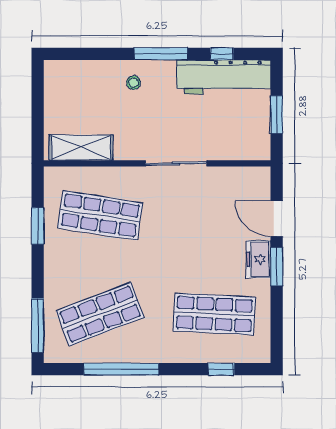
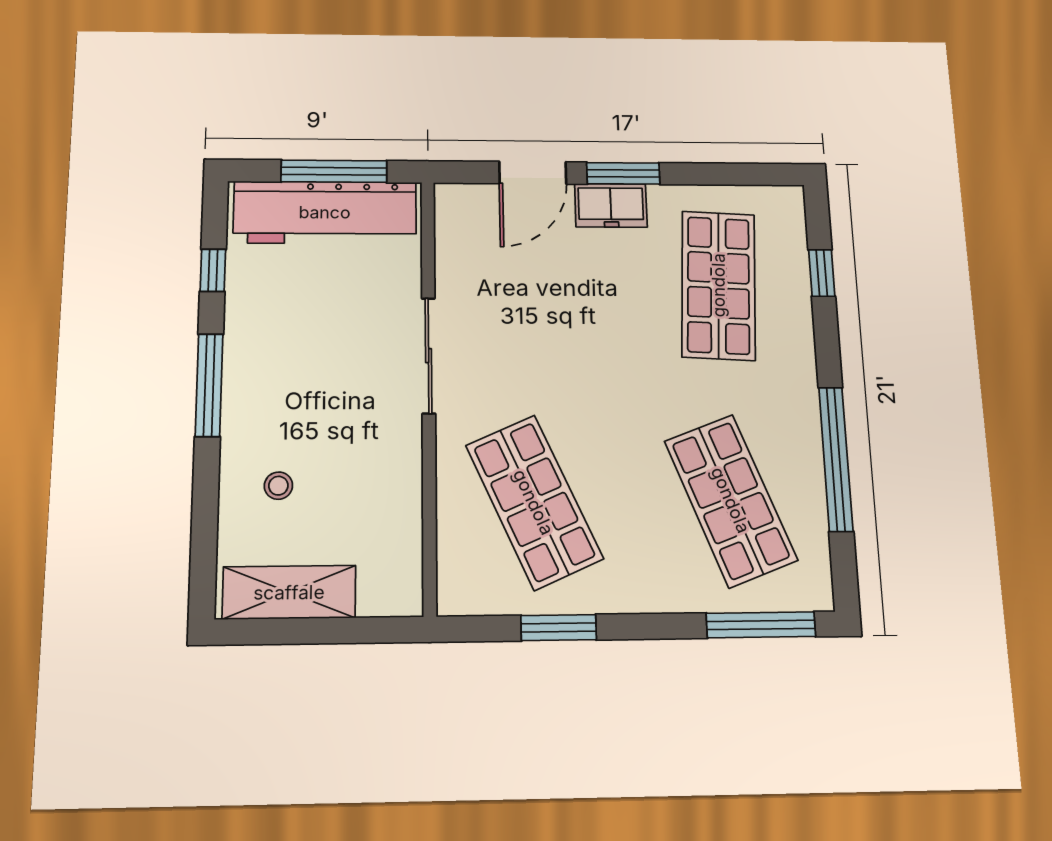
workbench: (224, 77) -> (325, 212), moved, turned 90
stool: (134, 83) -> (278, 486), moved
window: (277, 115) -> (334, 171), width x1.44
shelving: (81, 148) -> (289, 592), moved, turned 90
shop shelf: (100, 215) -> (534, 502), turned -33

